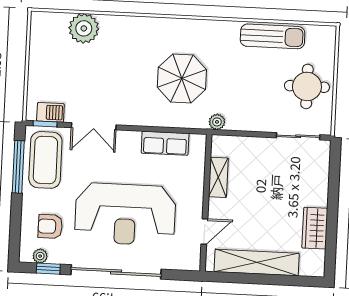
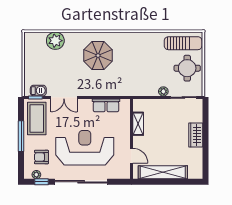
sun lounger: (273, 36) -> (183, 43), moved
parasol: (182, 78) -> (98, 56), moved
plant: (217, 122) -> (163, 91), moved
window: (18, 167) -> (21, 136), moved
reception desk: (125, 214) -> (85, 148), turned 180
wardrobe: (315, 228) -> (196, 135), moved
door: (204, 232) -> (131, 156), hinge flipped

